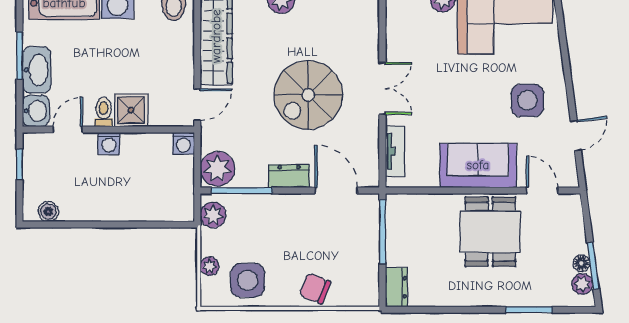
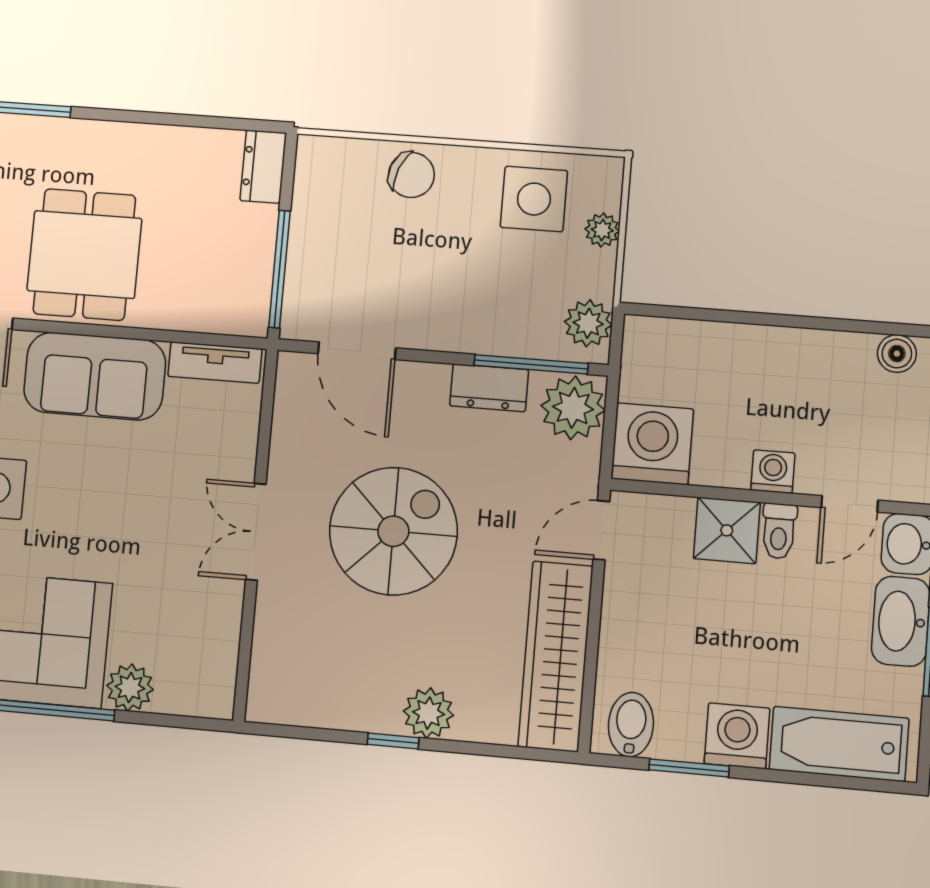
washing machine: (184, 143) -> (652, 444), width x1.89, depth x1.89
tv unit: (395, 151) -> (215, 363), moved, turned -90
dresser: (289, 176) -> (489, 388), moved

